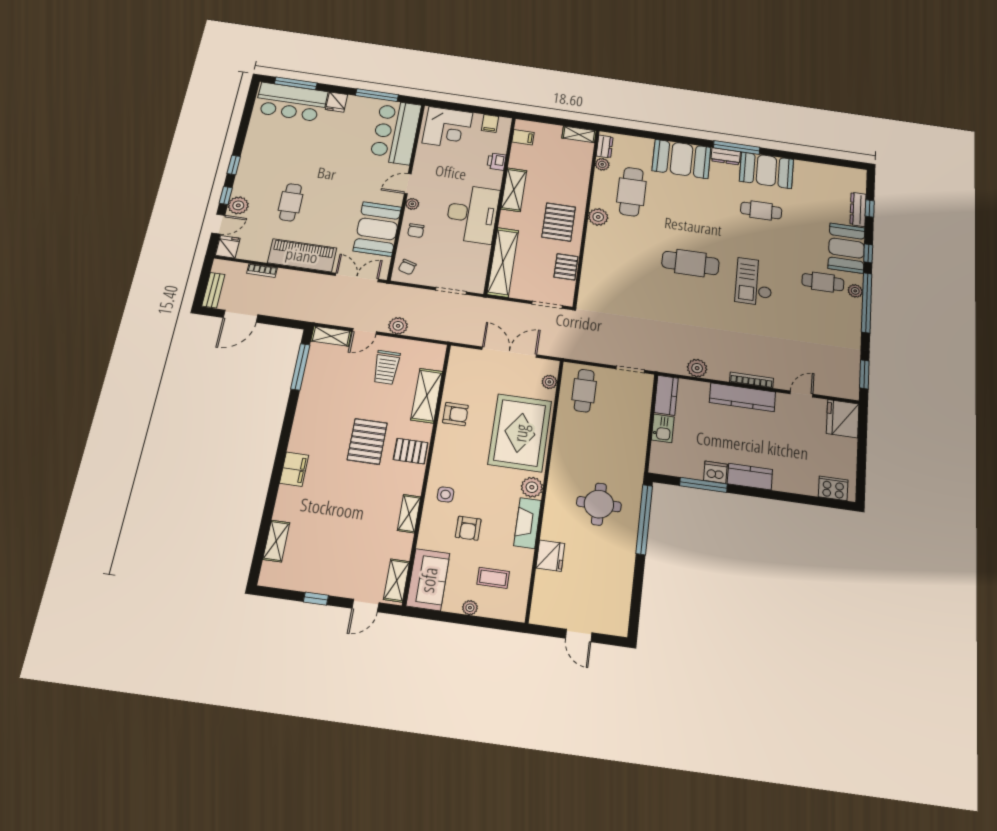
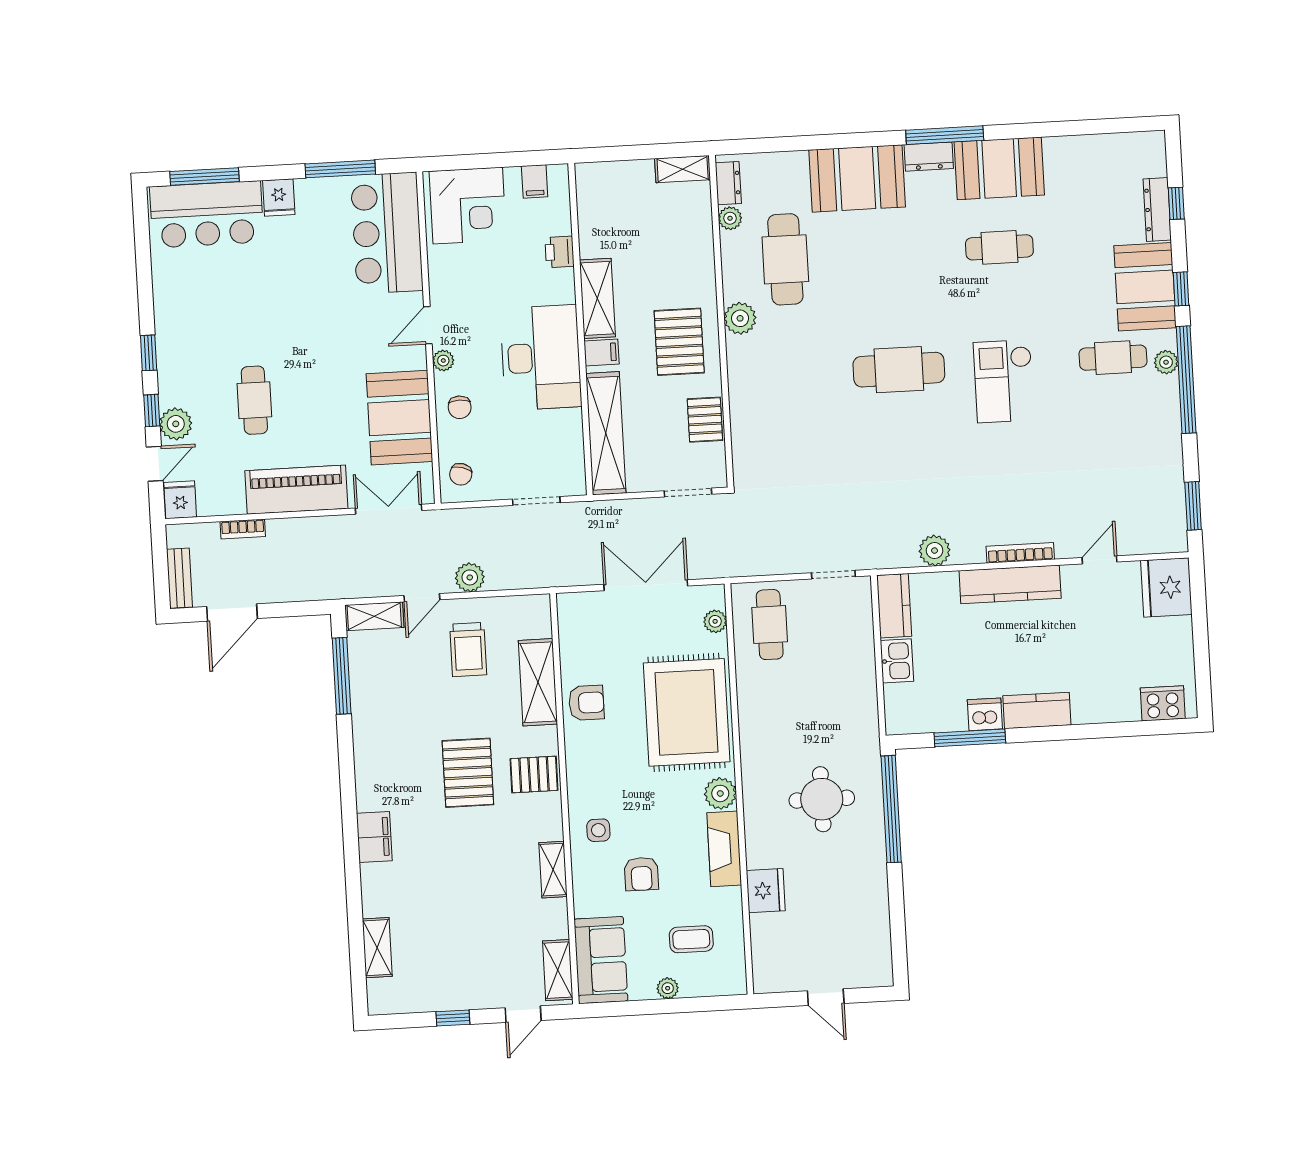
filing cabinet: (523, 137) -> (602, 352), moved

